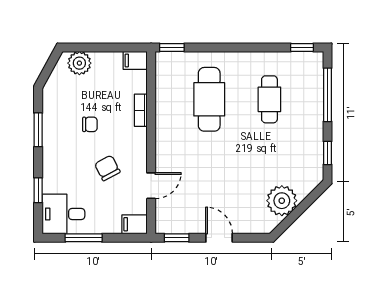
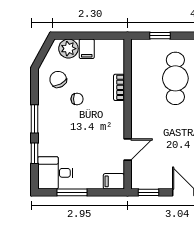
window: (172, 47) -> (160, 36), moved
filing cabinet: (135, 60) -> (87, 49), moved, turned -90
window: (38, 130) -> (35, 119), moved
chair: (107, 168) -> (58, 79), moved

